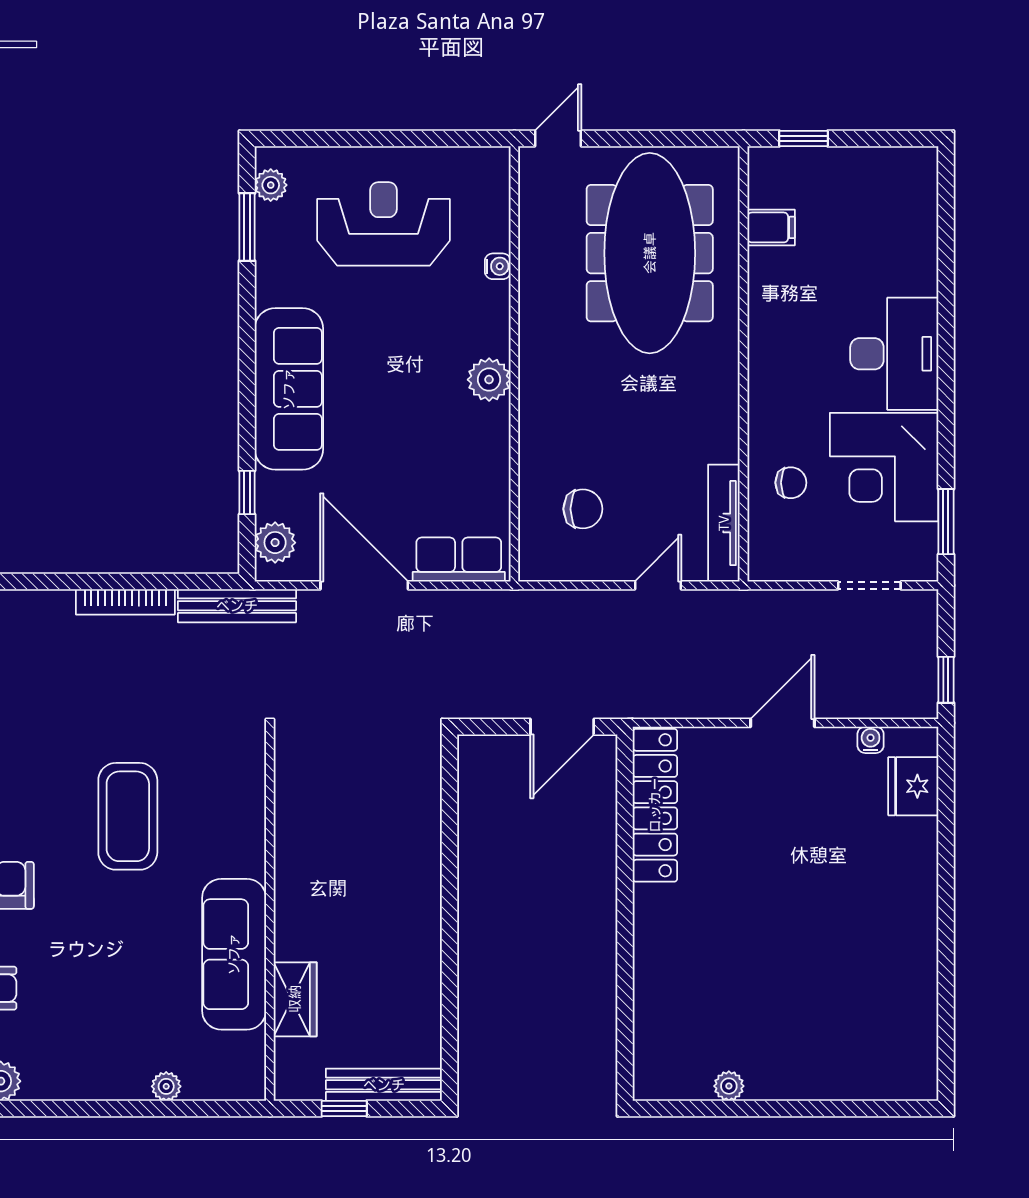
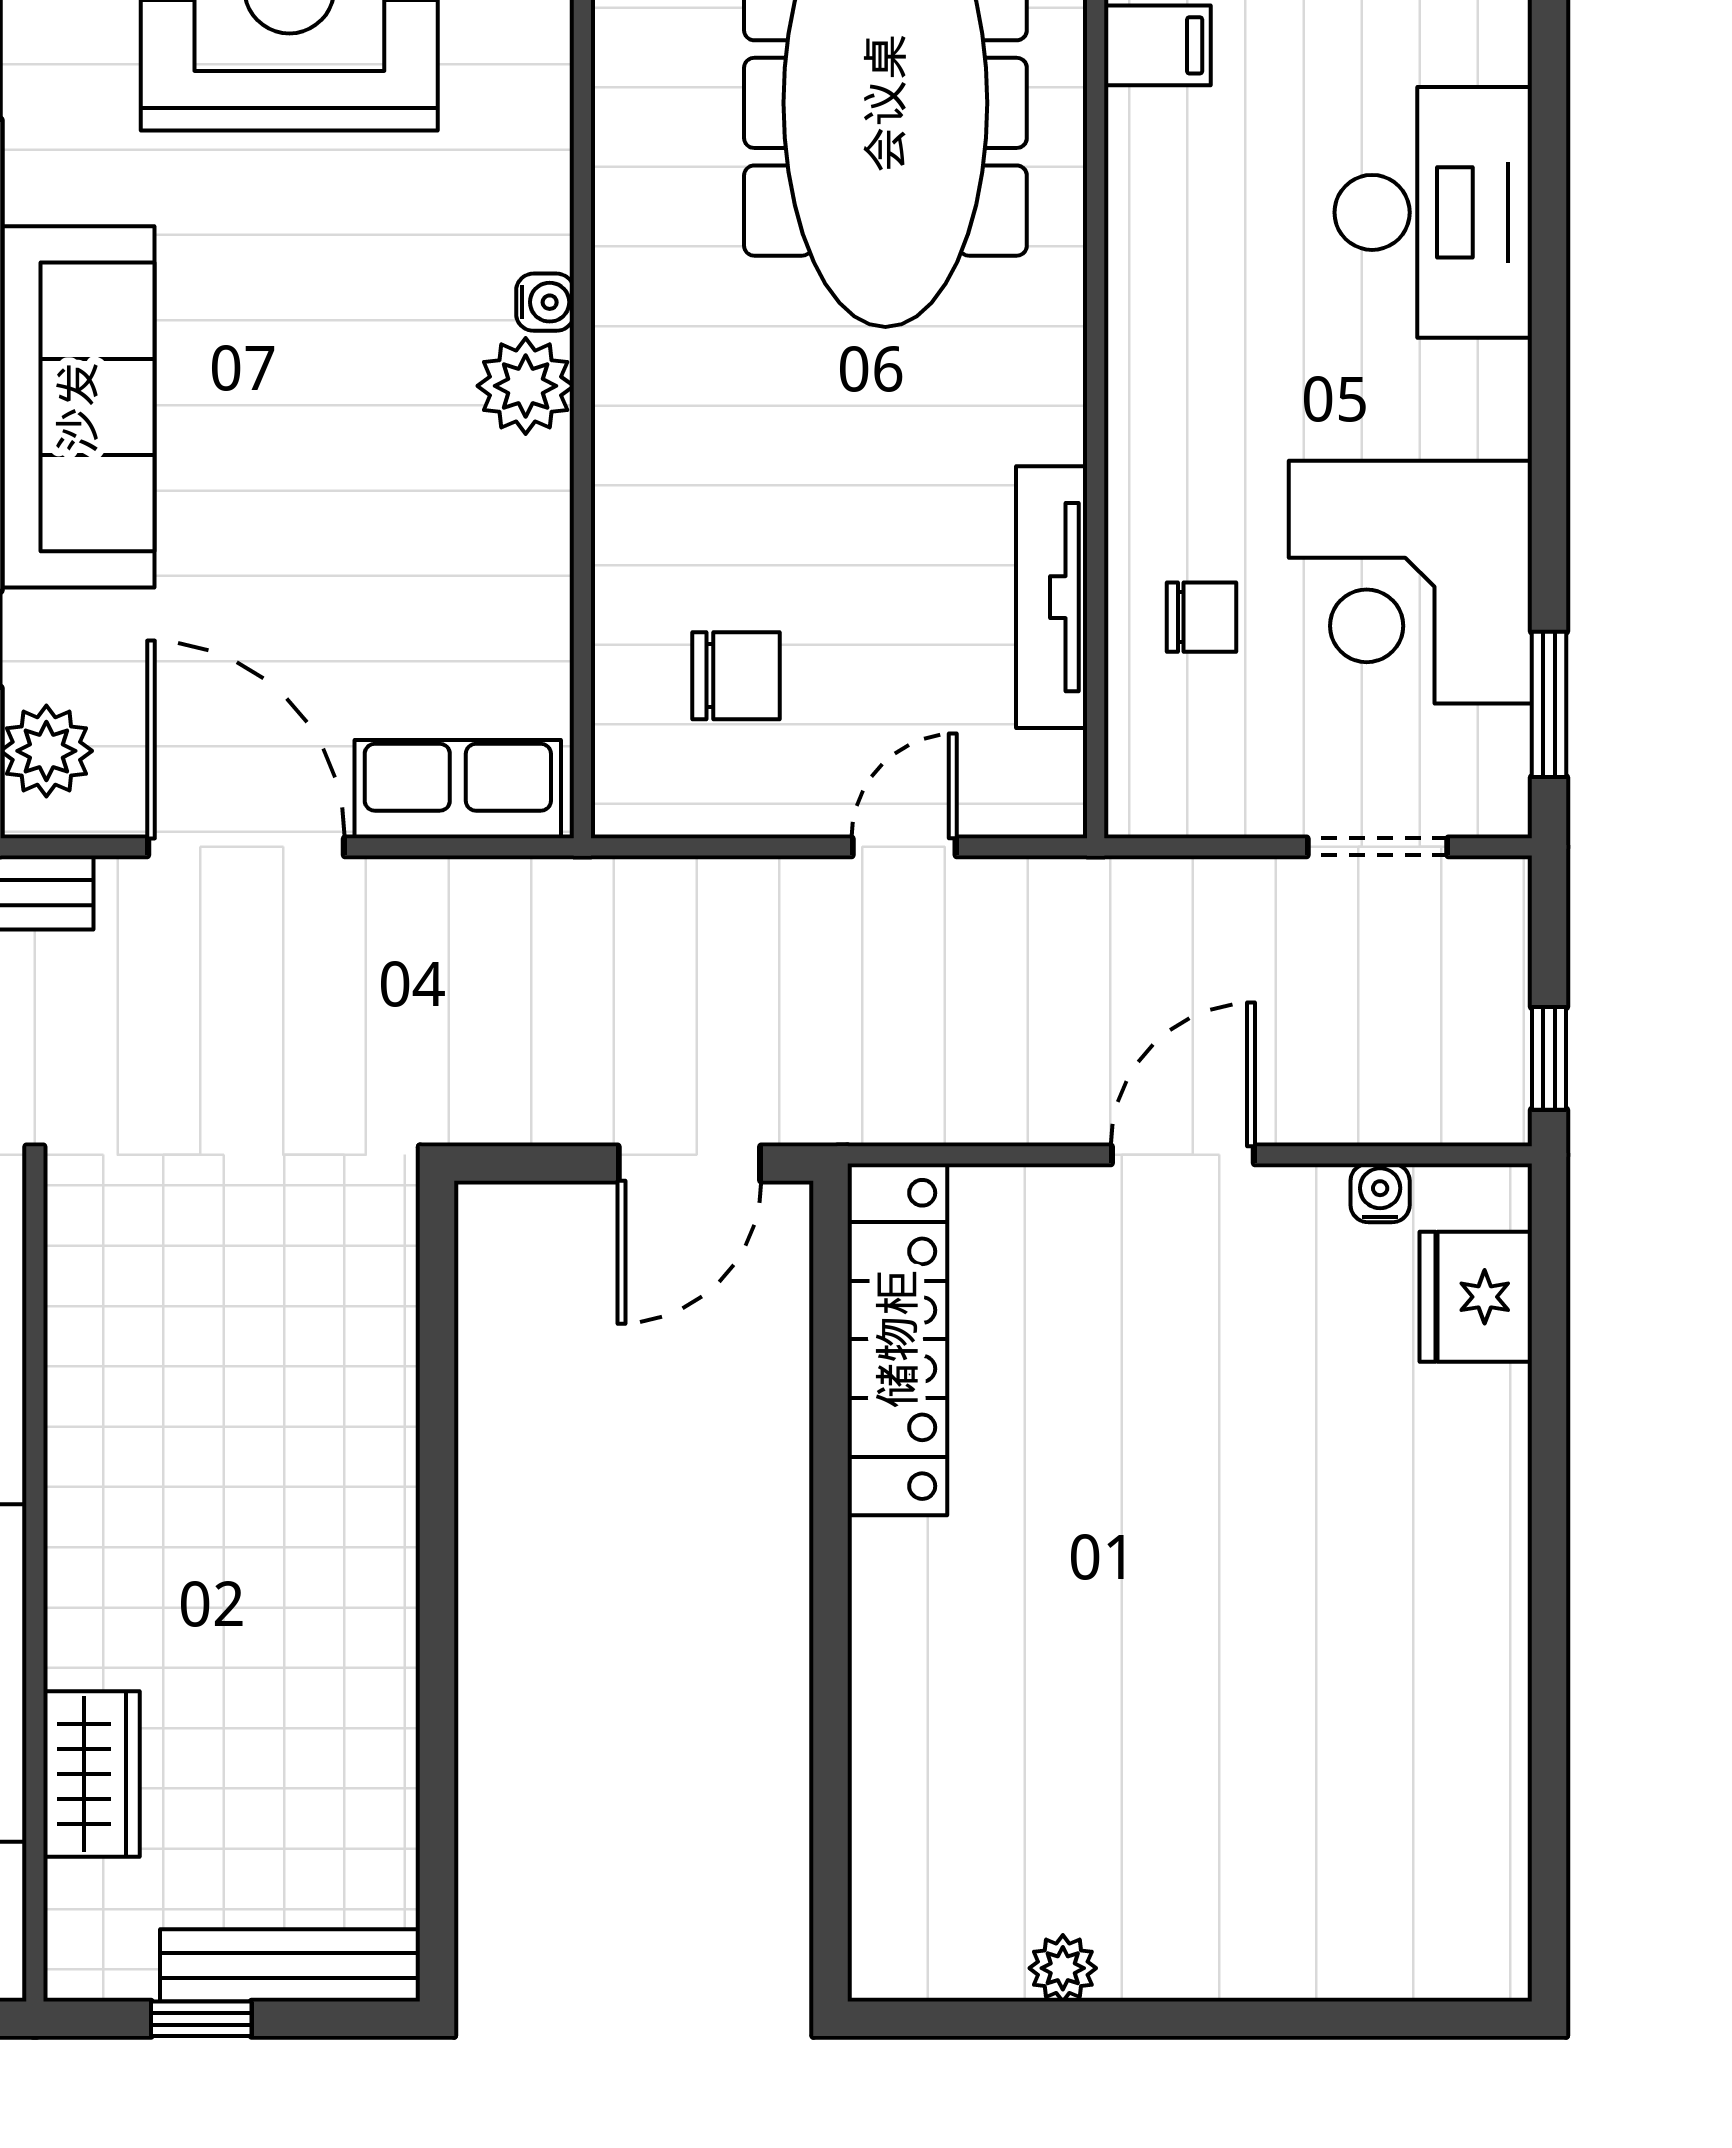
water cooler: (498, 266) -> (545, 302), moved
desk: (894, 354) -> (1433, 212), moved
tv unit: (724, 523) -> (1052, 597), moved

